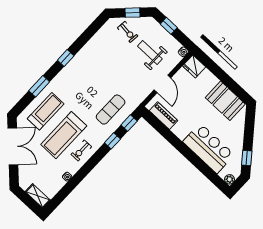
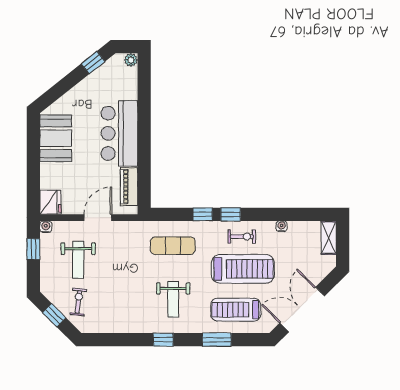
window: (169, 26) -> (33, 249), moved
weight bench: (82, 83) -> (173, 299), added
window: (129, 123) -> (231, 214), moved
bar counter: (209, 148) -> (119, 133), moved

